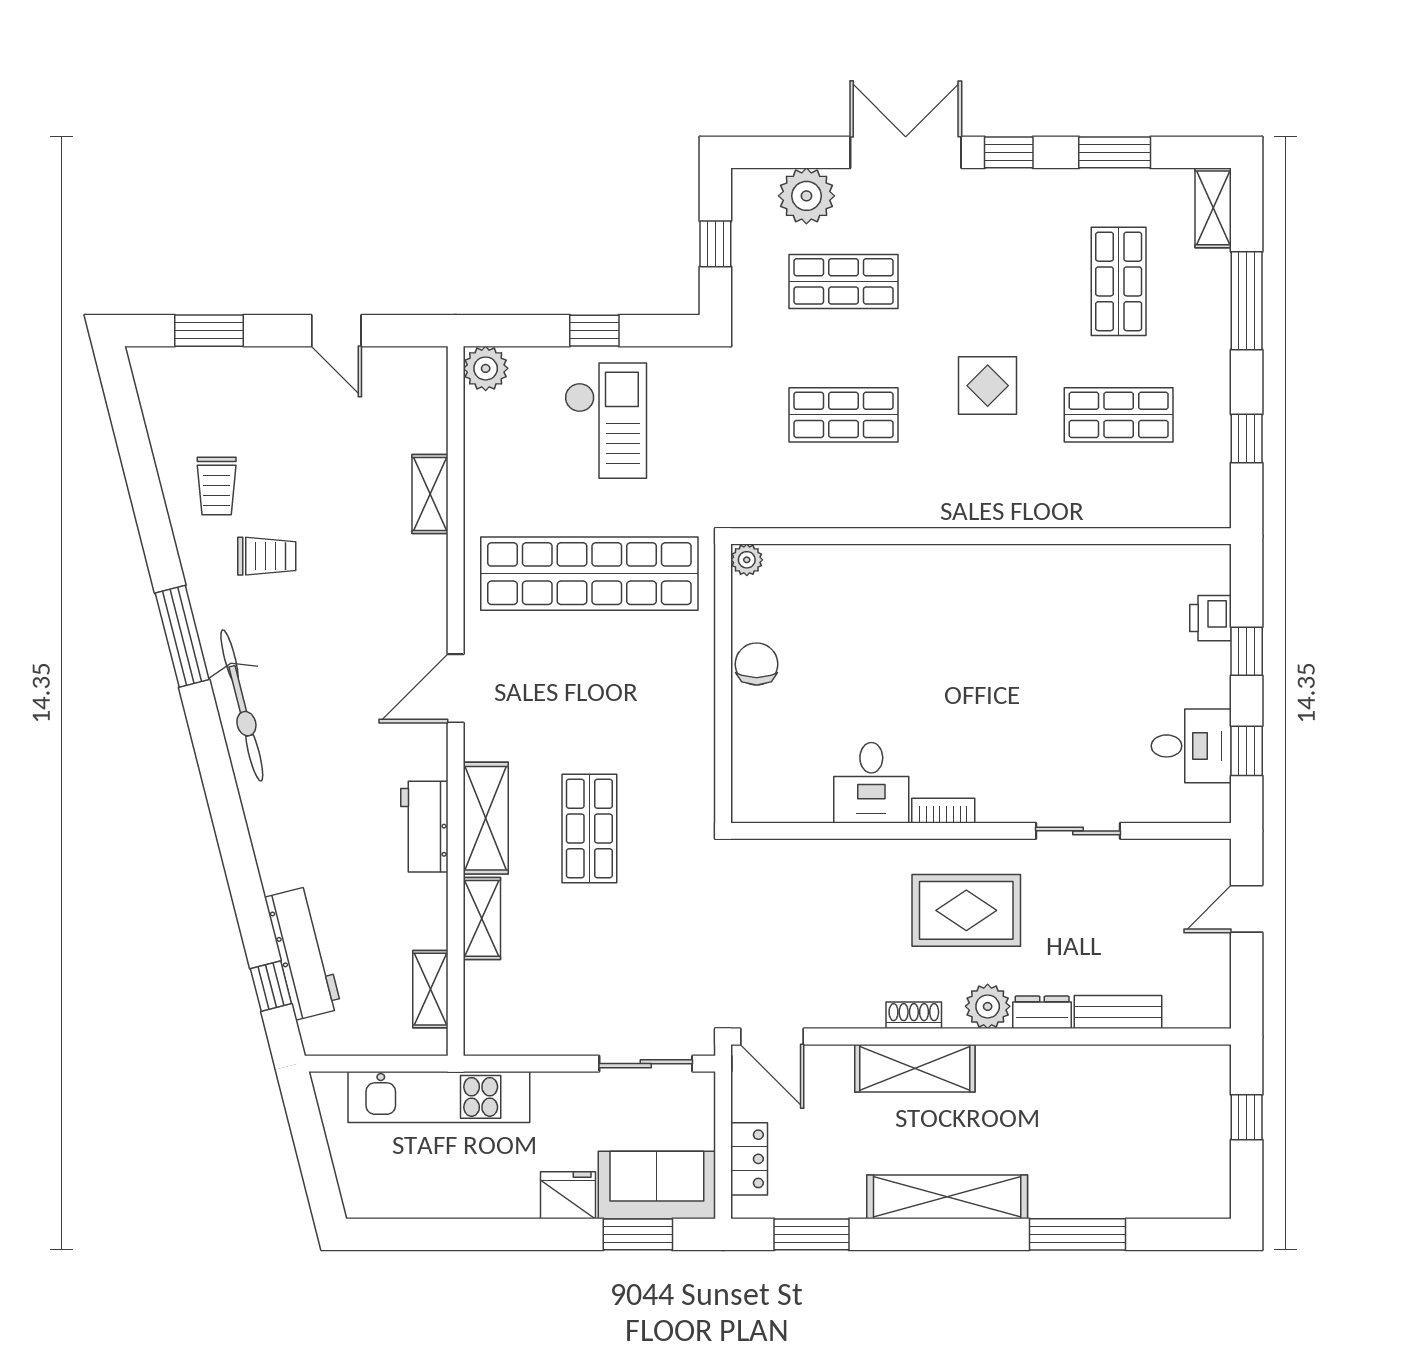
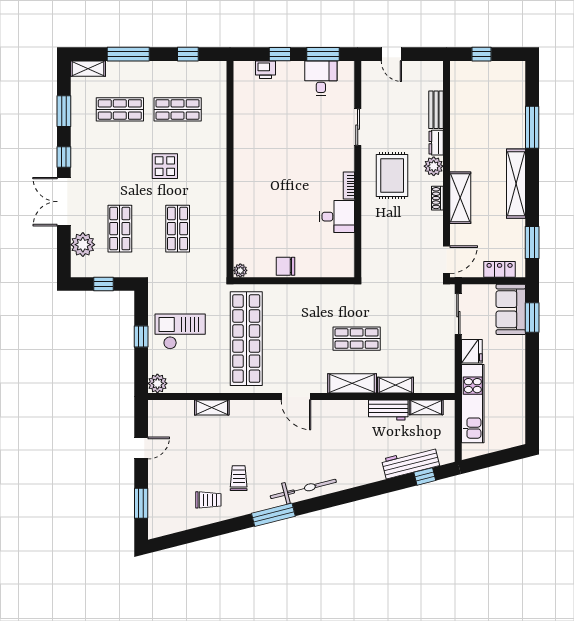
shop shelf: (1119, 415) -> (178, 109), turned 90
window: (1247, 751) -> (323, 54), width x1.50
workbench: (424, 827) -> (388, 410), moved
fridge: (568, 1195) -> (472, 351), moved, turned 180

